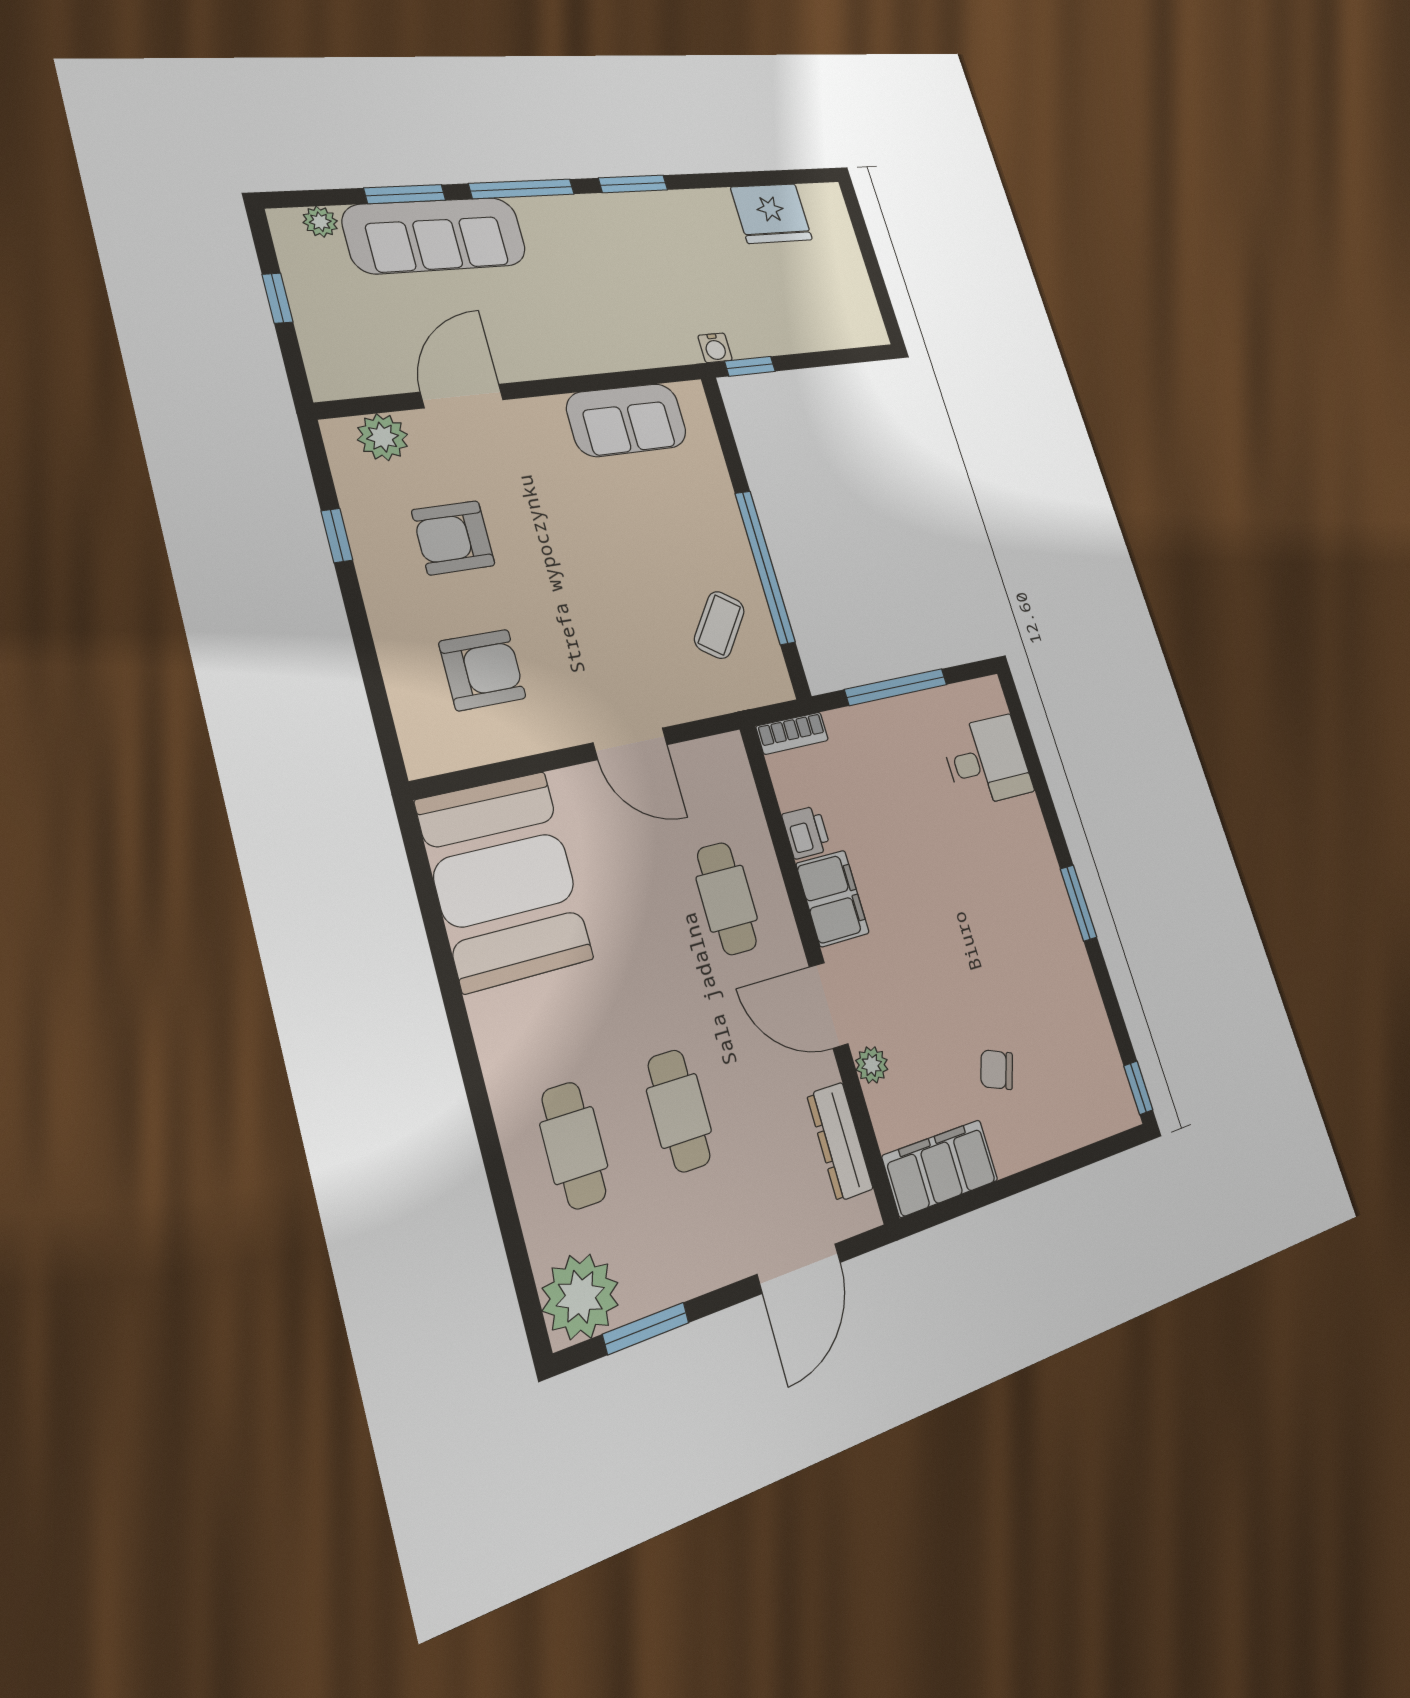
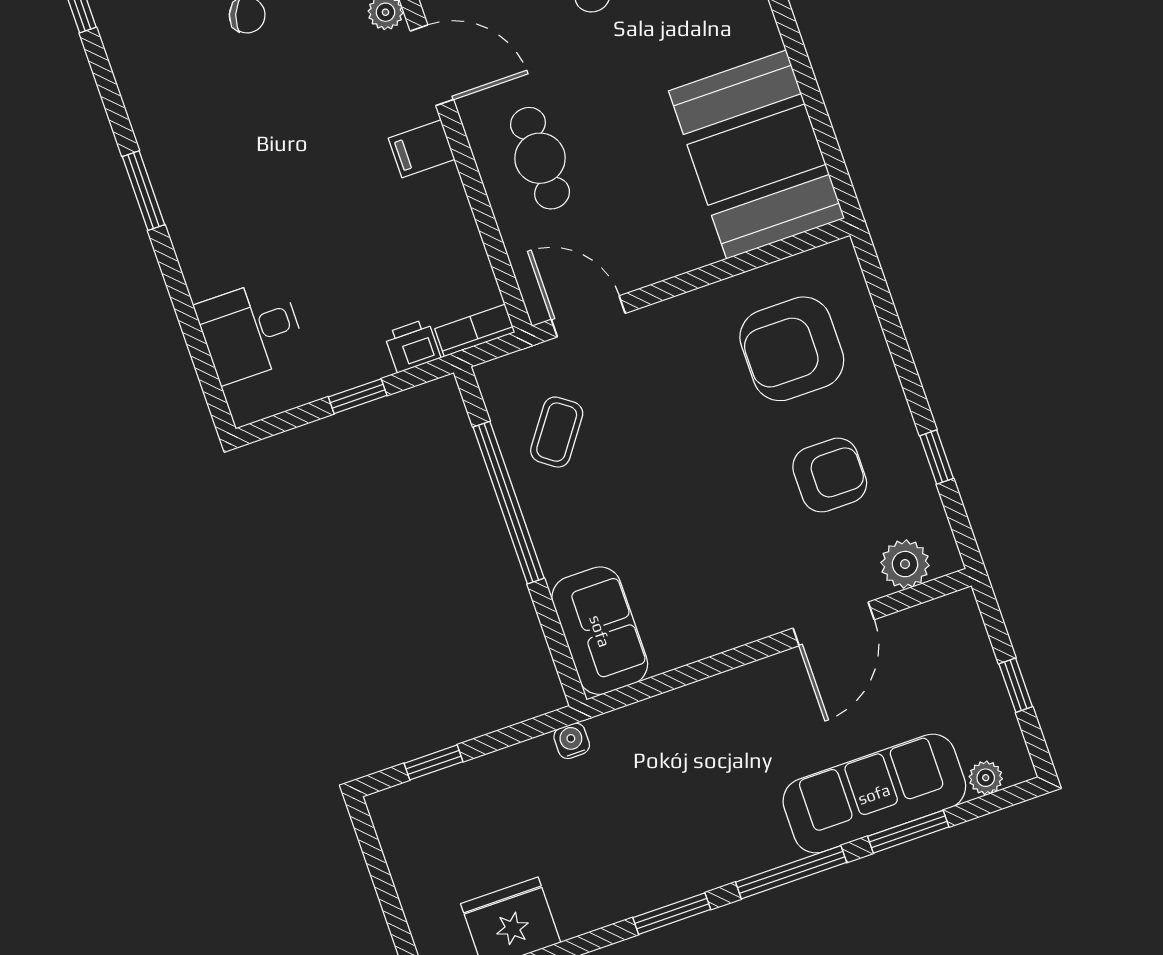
window: (750, 366) -> (434, 762), moved
sofa: (627, 420) -> (600, 631), moved, turned 90
armchair: (482, 670) -> (792, 349), width x1.36, depth x1.36
window: (896, 687) -> (358, 396), width x0.46
door: (630, 744) -> (588, 316), moved
printer: (806, 832) -> (412, 346), moved, turned 90
filing cabinet: (833, 898) -> (422, 149), width x0.50

